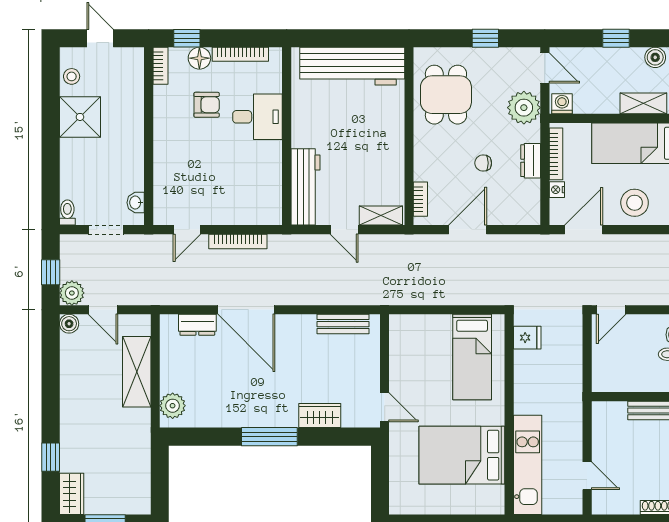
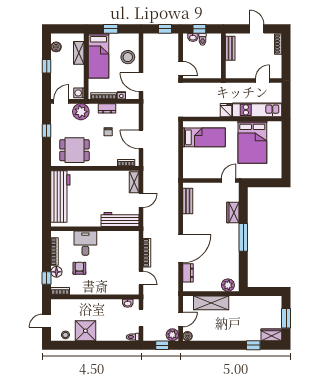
fridge: (527, 338) -> (226, 110), moved

